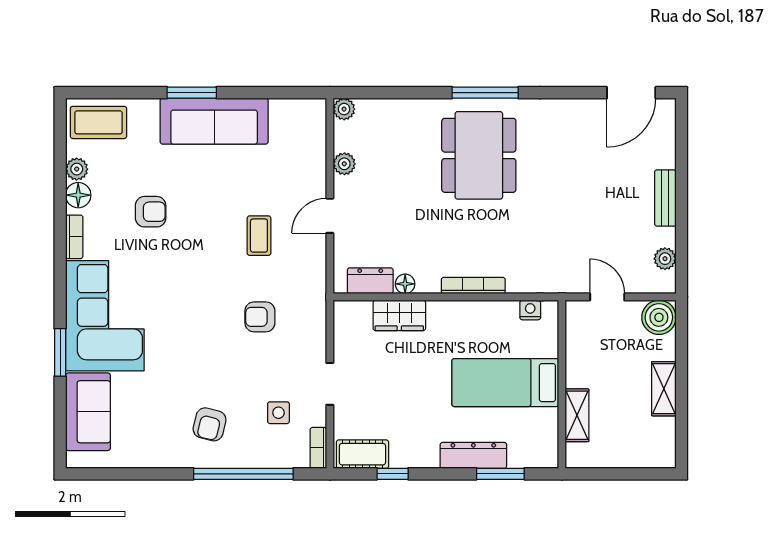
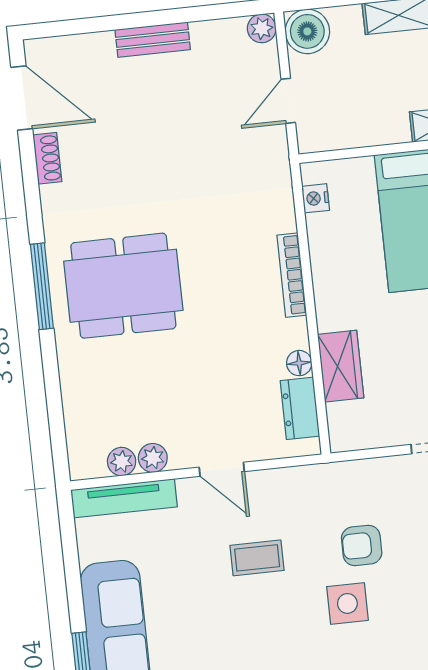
shoe rack: (583, 107) -> (47, 158), added
plant: (344, 109) -> (122, 462), moved
tv unit: (316, 138) -> (124, 498), added
plant: (665, 259) -> (262, 28), moved
side table: (217, 301) -> (347, 603), added
armchair: (260, 317) -> (362, 545), turned 90

